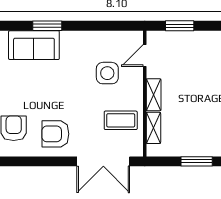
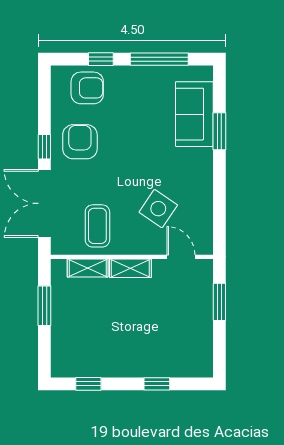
side table: (107, 73) -> (158, 209), turned 34
window: (59, 161) -> (44, 147), added
window: (197, 161) -> (44, 306), moved

